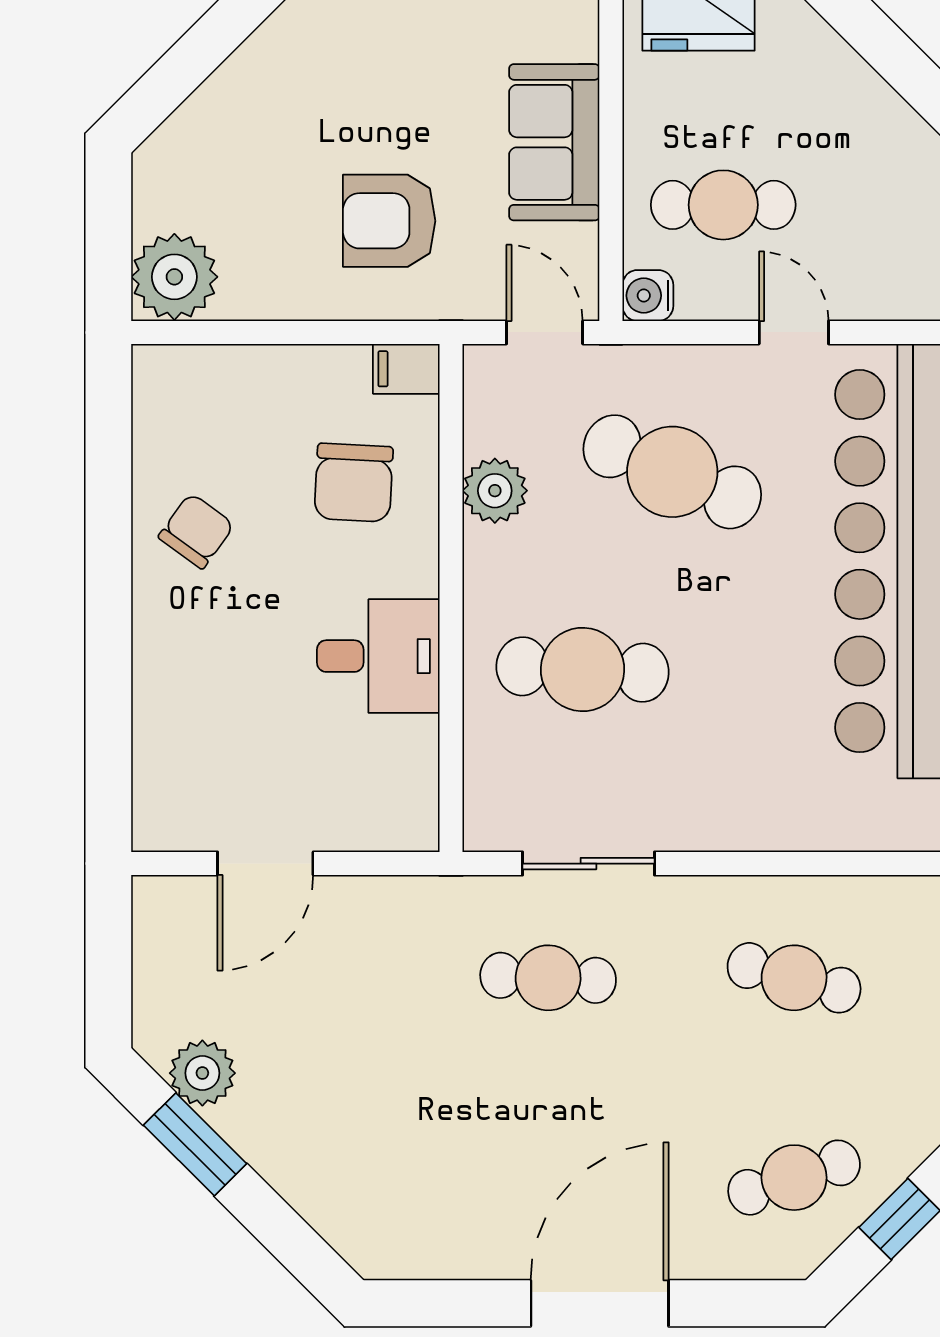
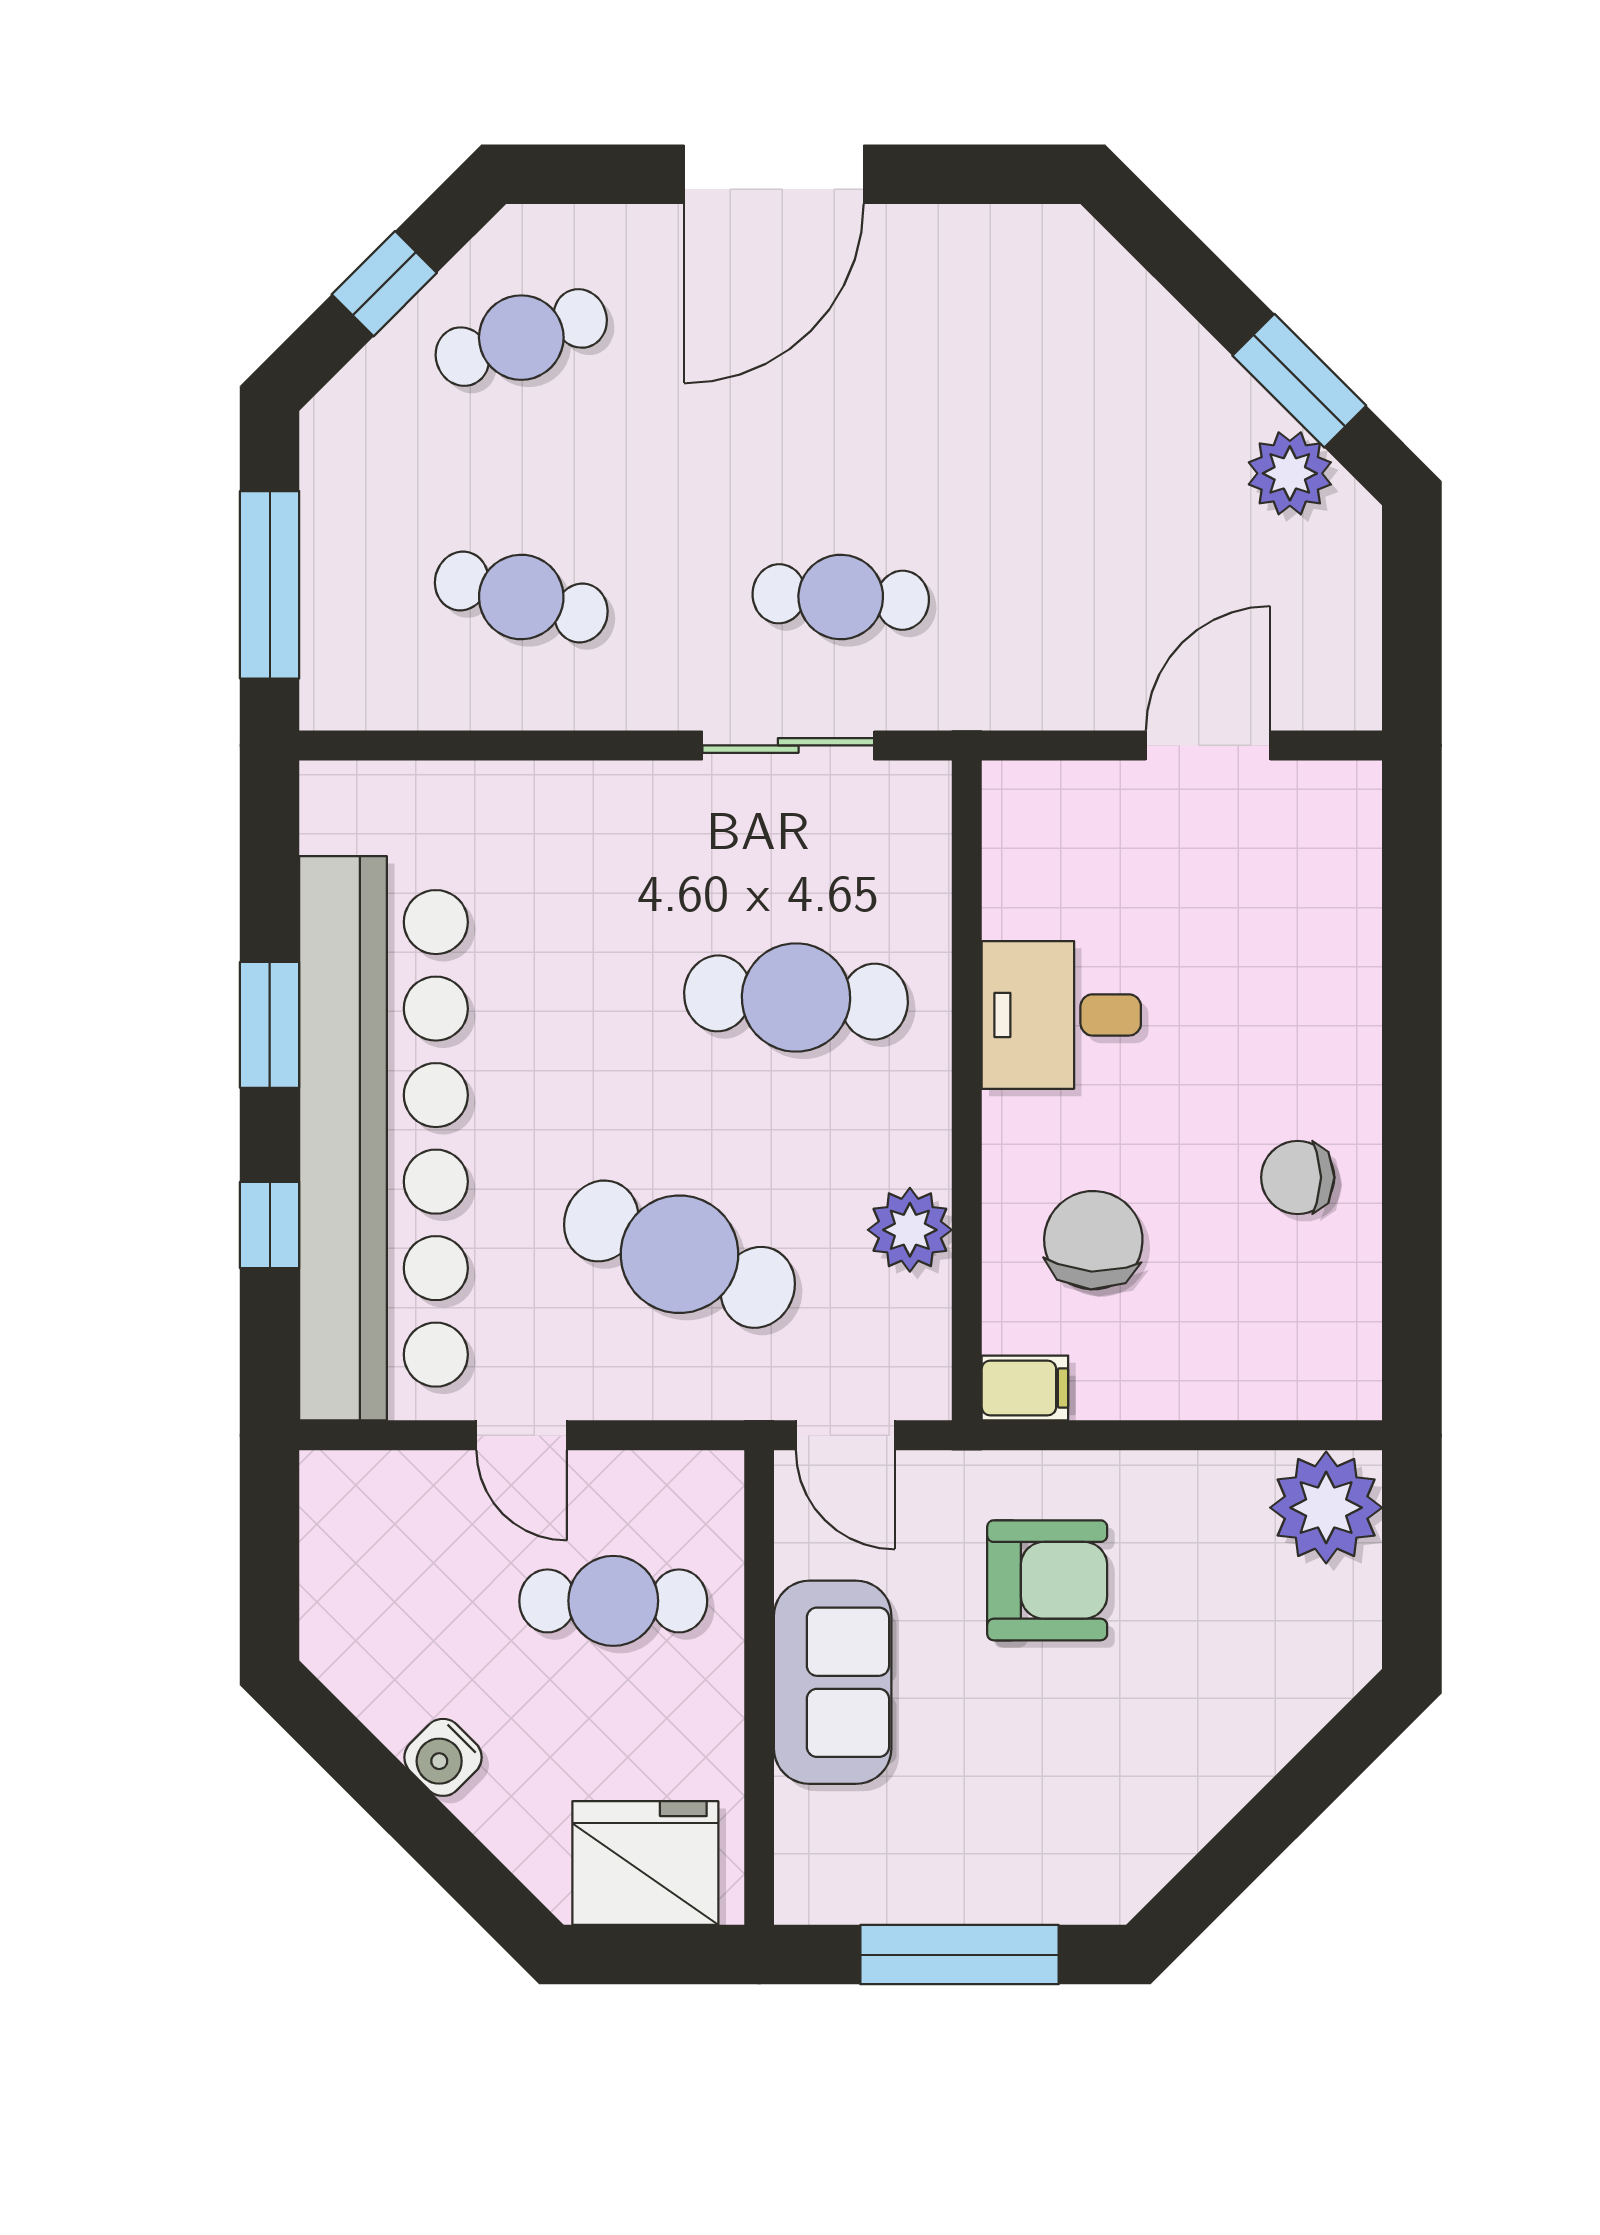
water cooler: (648, 296) -> (443, 1757), moved, turned 135
chair: (196, 531) -> (1298, 1177), turned 54

